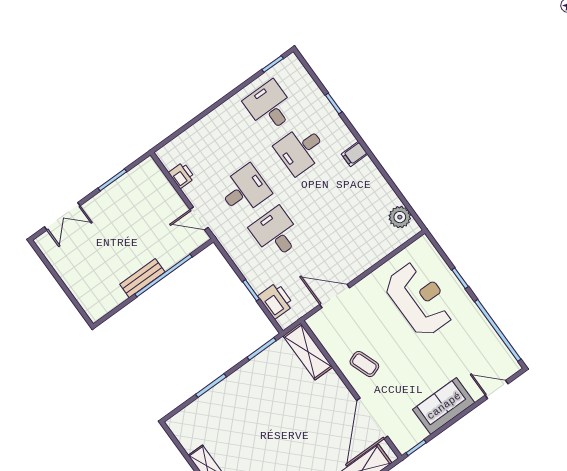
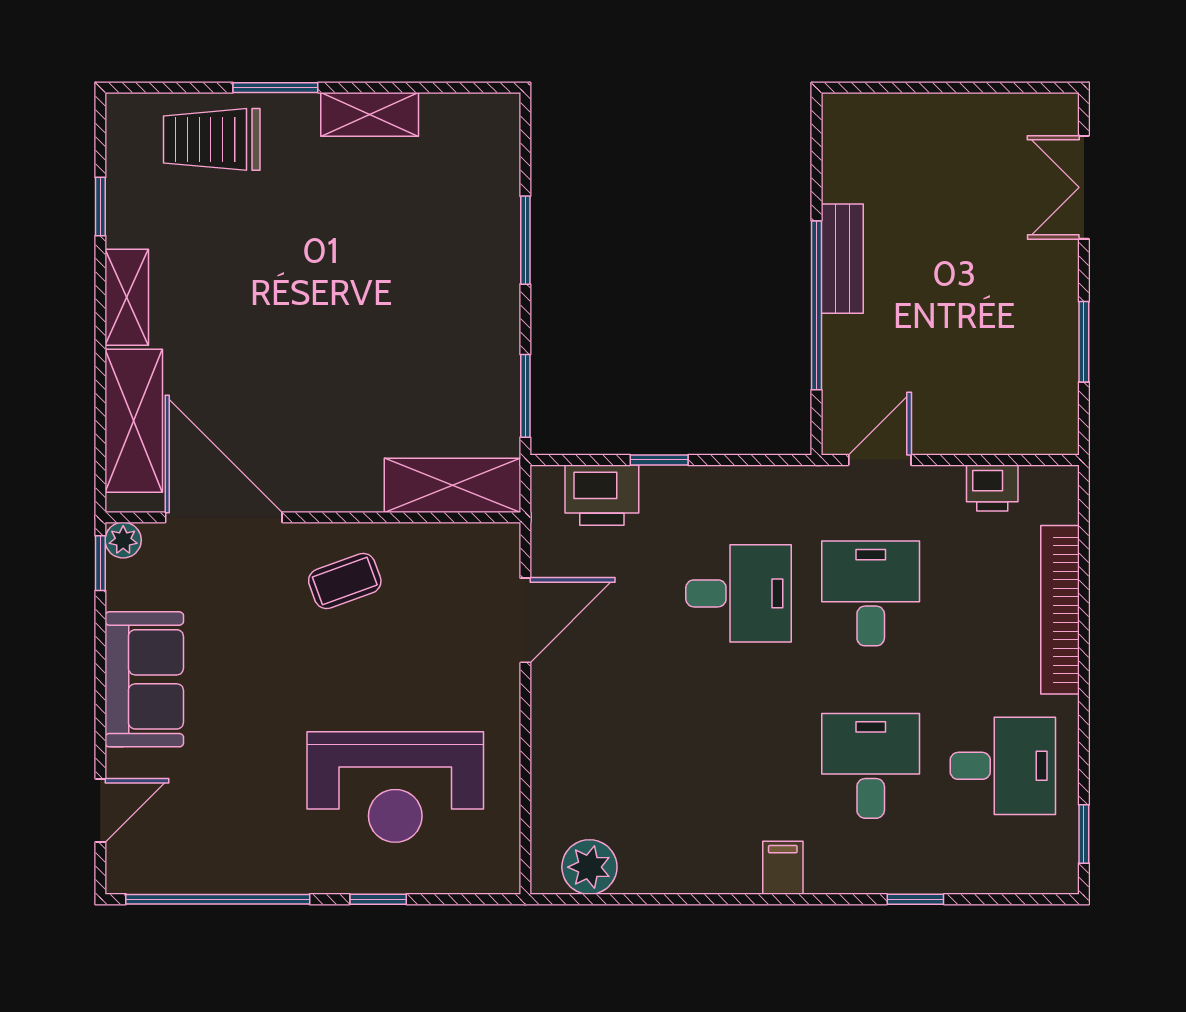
bookcase: (205, 125) -> (1060, 610), added
desk: (245, 190) -> (871, 593), turned 180
plant: (403, 446) -> (123, 540), added

